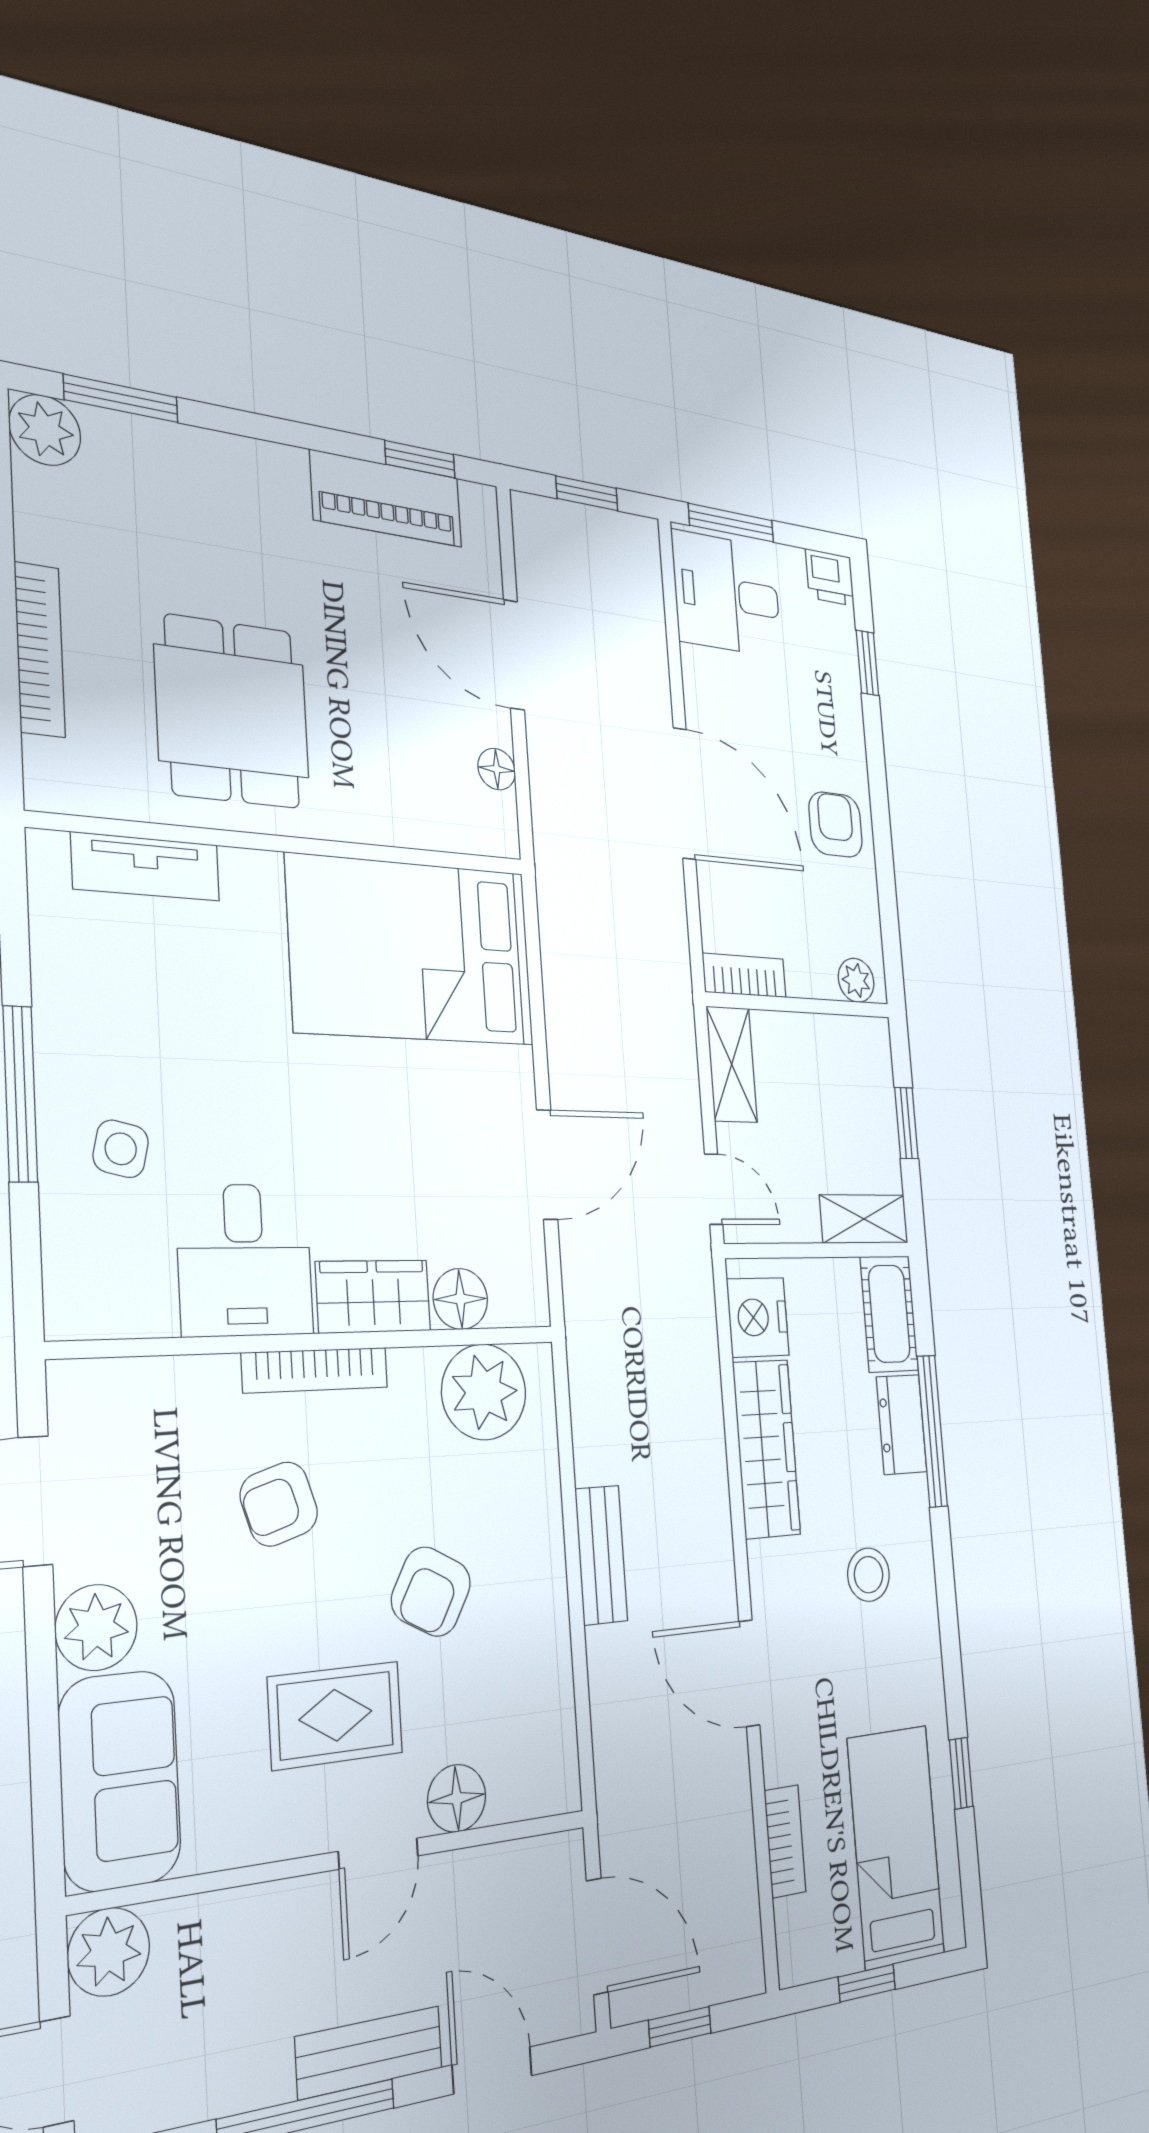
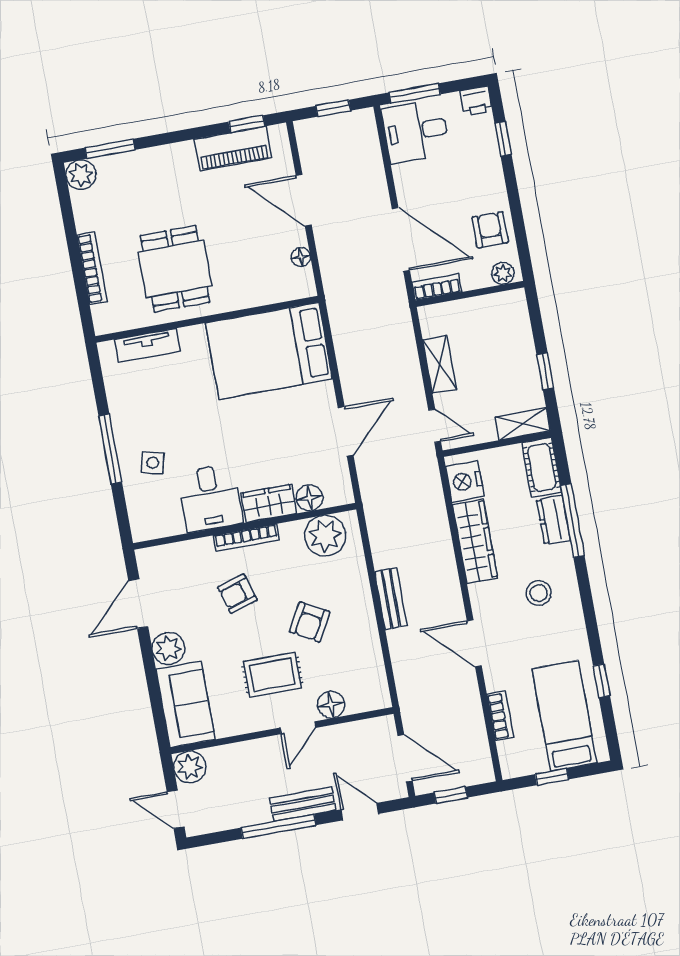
bookcase: (744, 975) -> (437, 287), moved
plant: (856, 980) -> (503, 273), moved
wall: (799, 1005) -> (470, 294), moved

